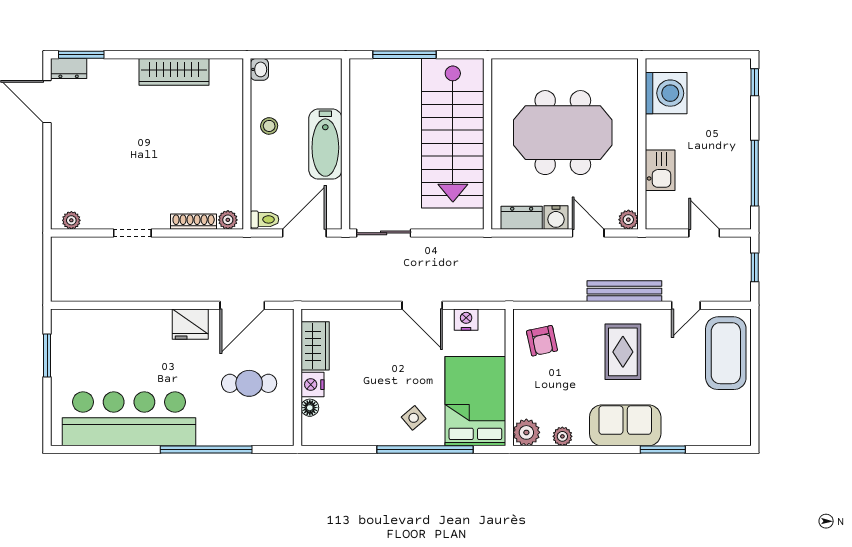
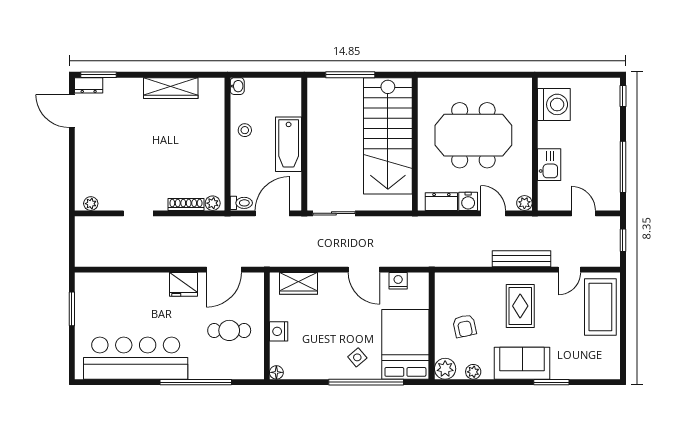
armchair: (542, 341) -> (464, 326), moved
wardrobe: (315, 346) -> (299, 283), moved, turned 90
floor lamp: (310, 408) -> (276, 372), moved

